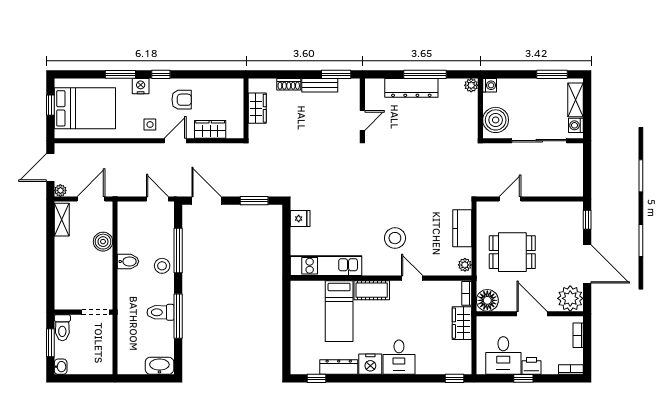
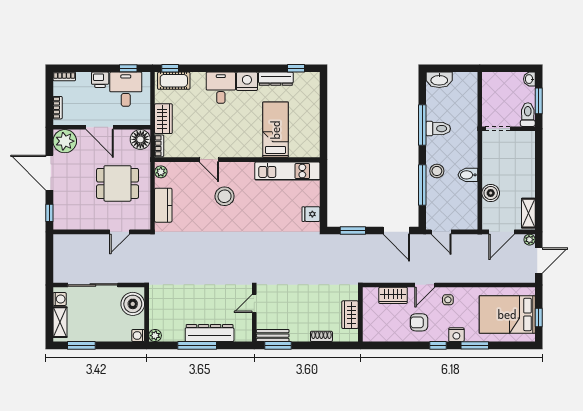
bench: (320, 85) -> (273, 336), moved
cot: (372, 290) -> (174, 81), moved
window: (523, 378) -> (128, 68), moved

